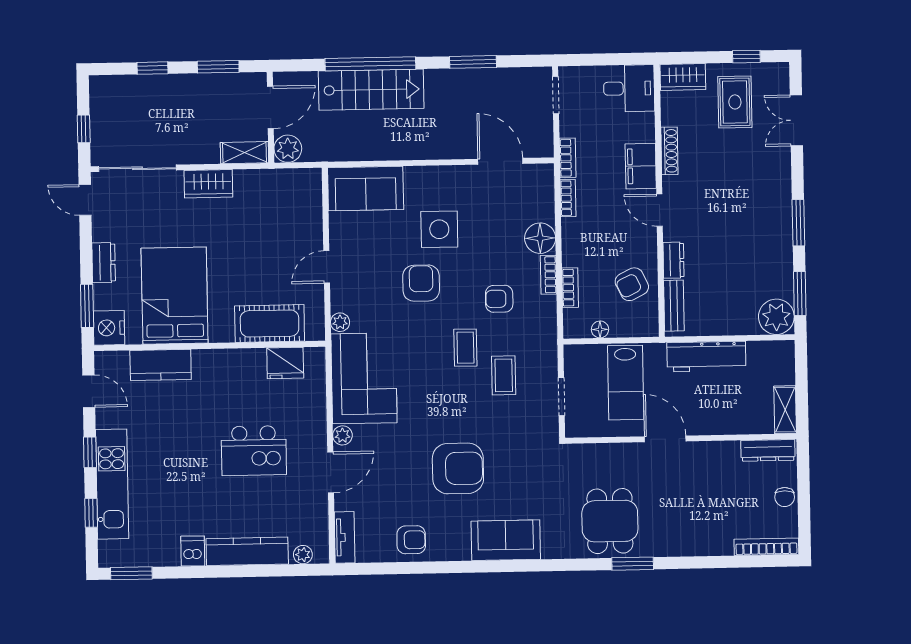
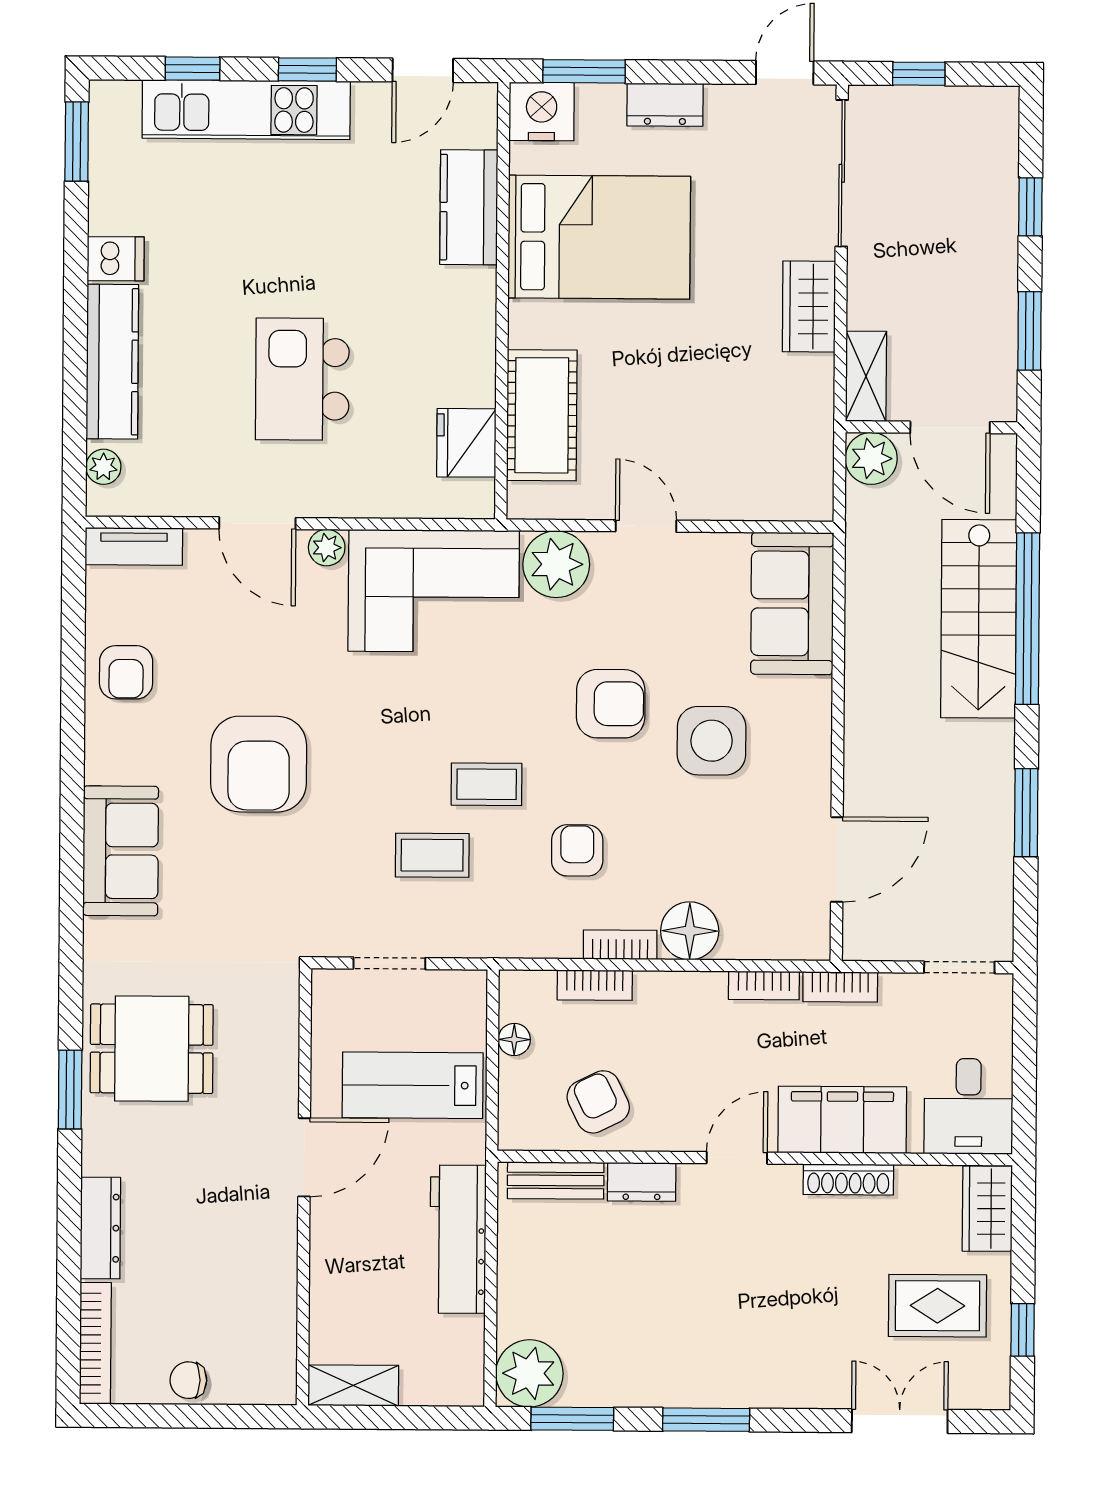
filing cabinet: (641, 166) -> (842, 1120), width x1.50, depth x1.17
plant: (340, 322) -> (556, 564), width x1.87, depth x1.87
dresser: (768, 450) -> (100, 1228), moved, turned 180

